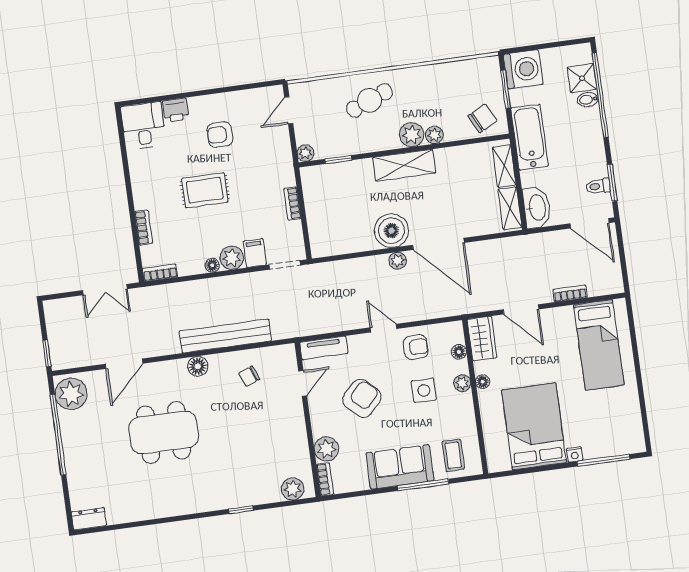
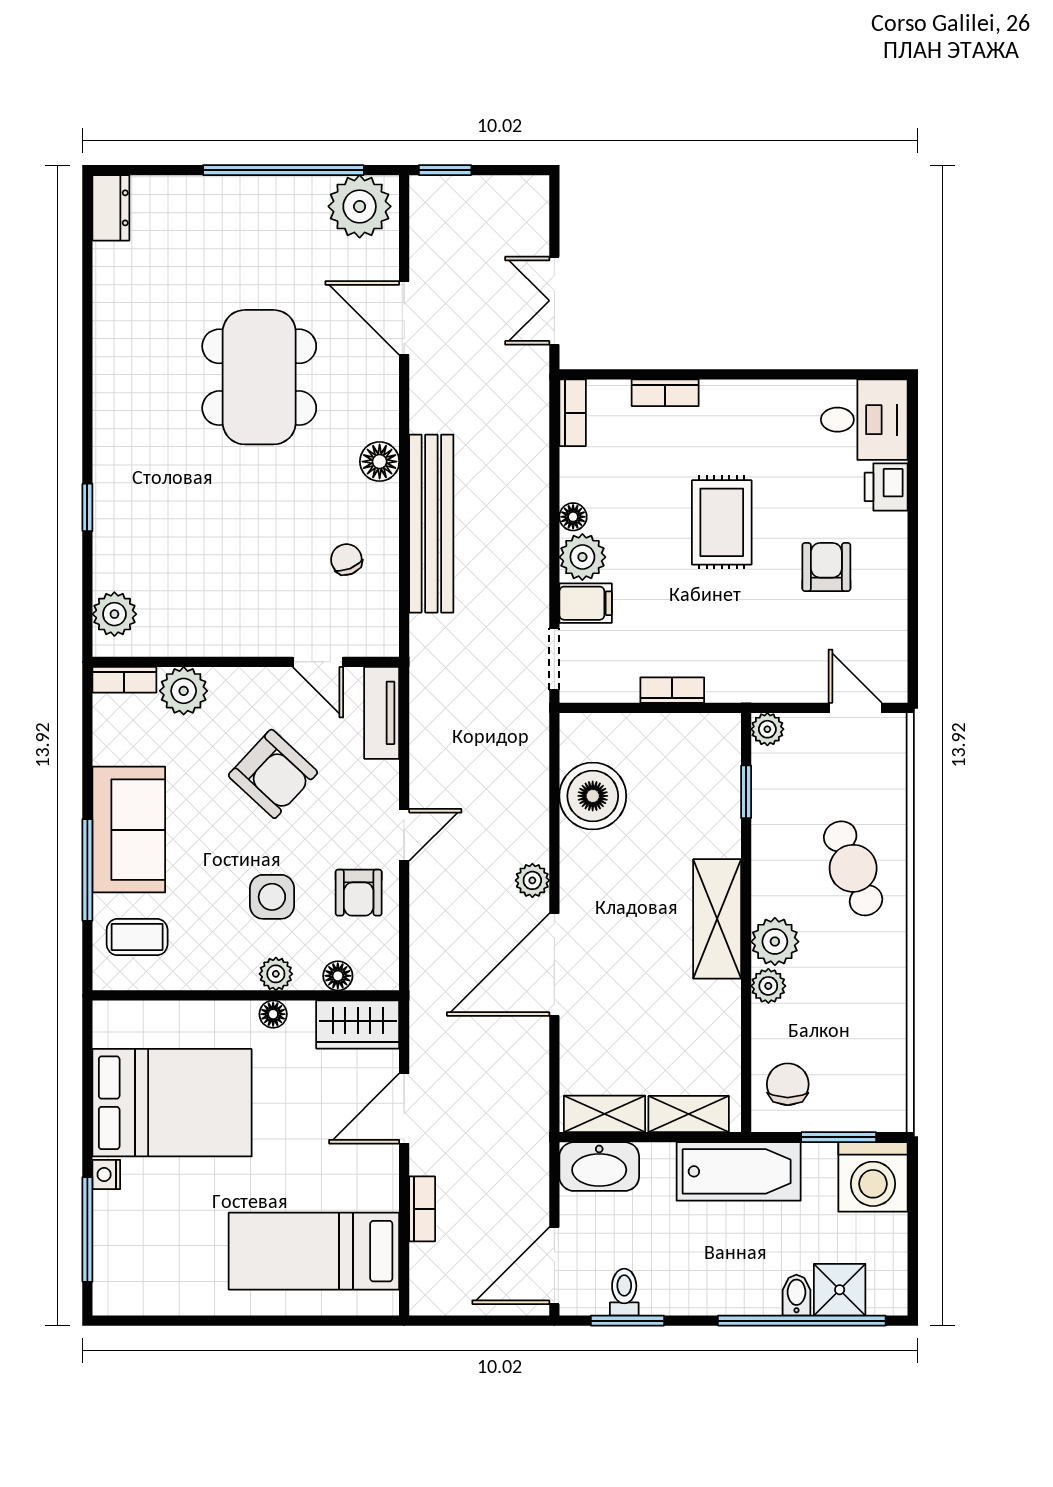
chair: (482, 118) -> (788, 1084), turned -153
boiler: (391, 231) -> (593, 796), moved

